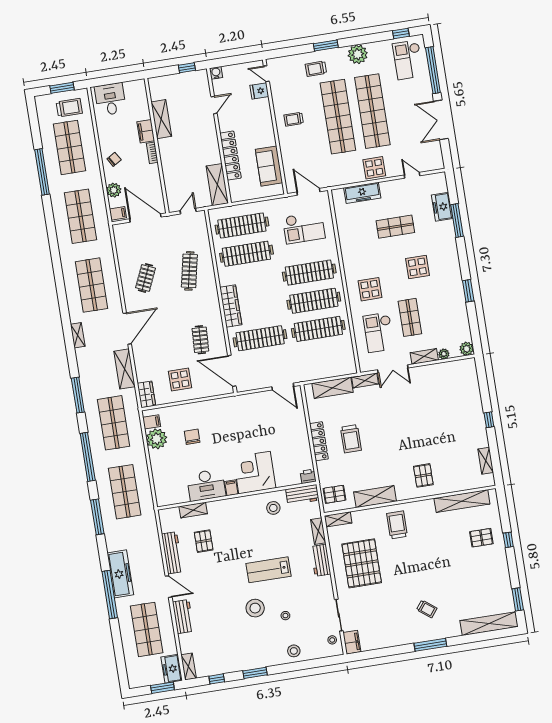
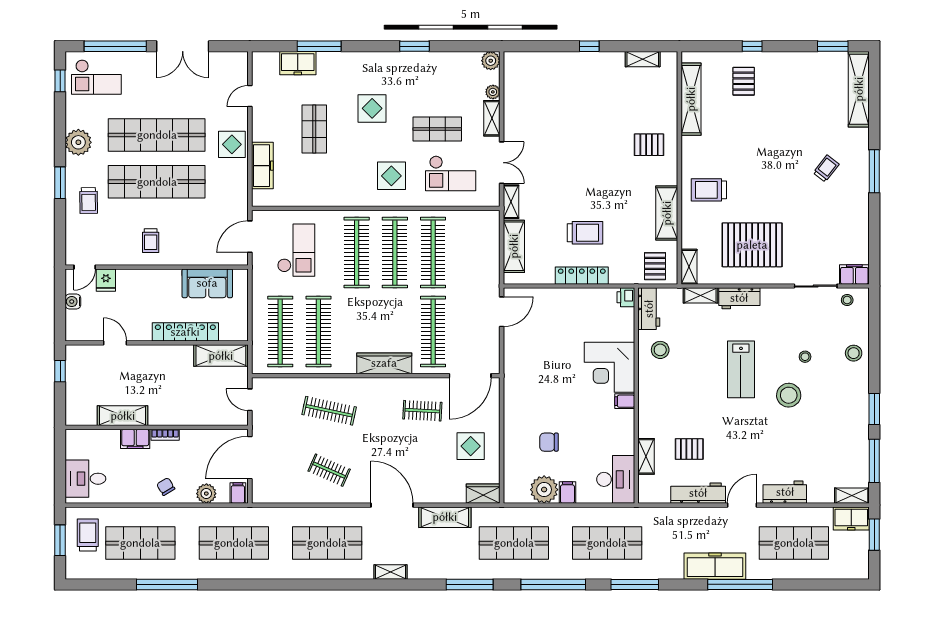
water cooler: (216, 73) -> (73, 302), moved
filing cabinet: (152, 422) -> (567, 493), moved
desk: (206, 485) -> (616, 479), moved
window: (217, 679) -> (874, 461), width x2.17

